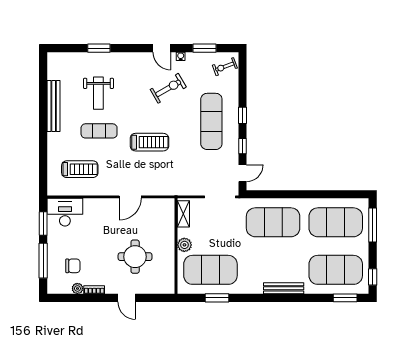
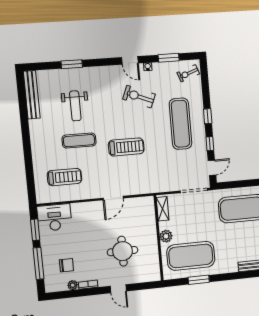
exercise bike: (168, 88) -> (139, 97), turned -128
bench: (54, 106) -> (32, 95), moved

